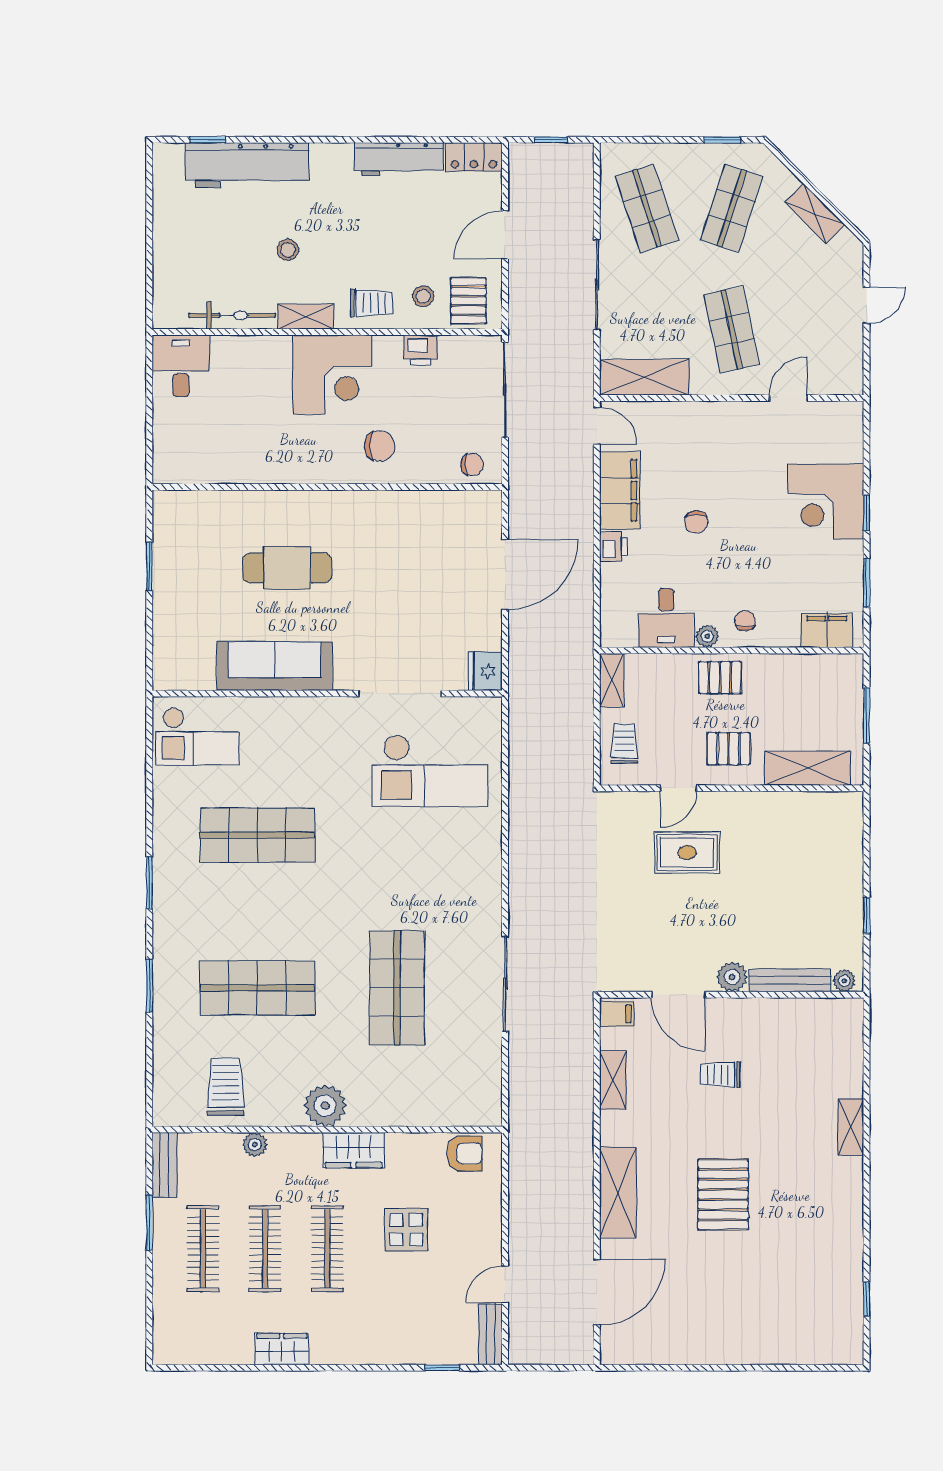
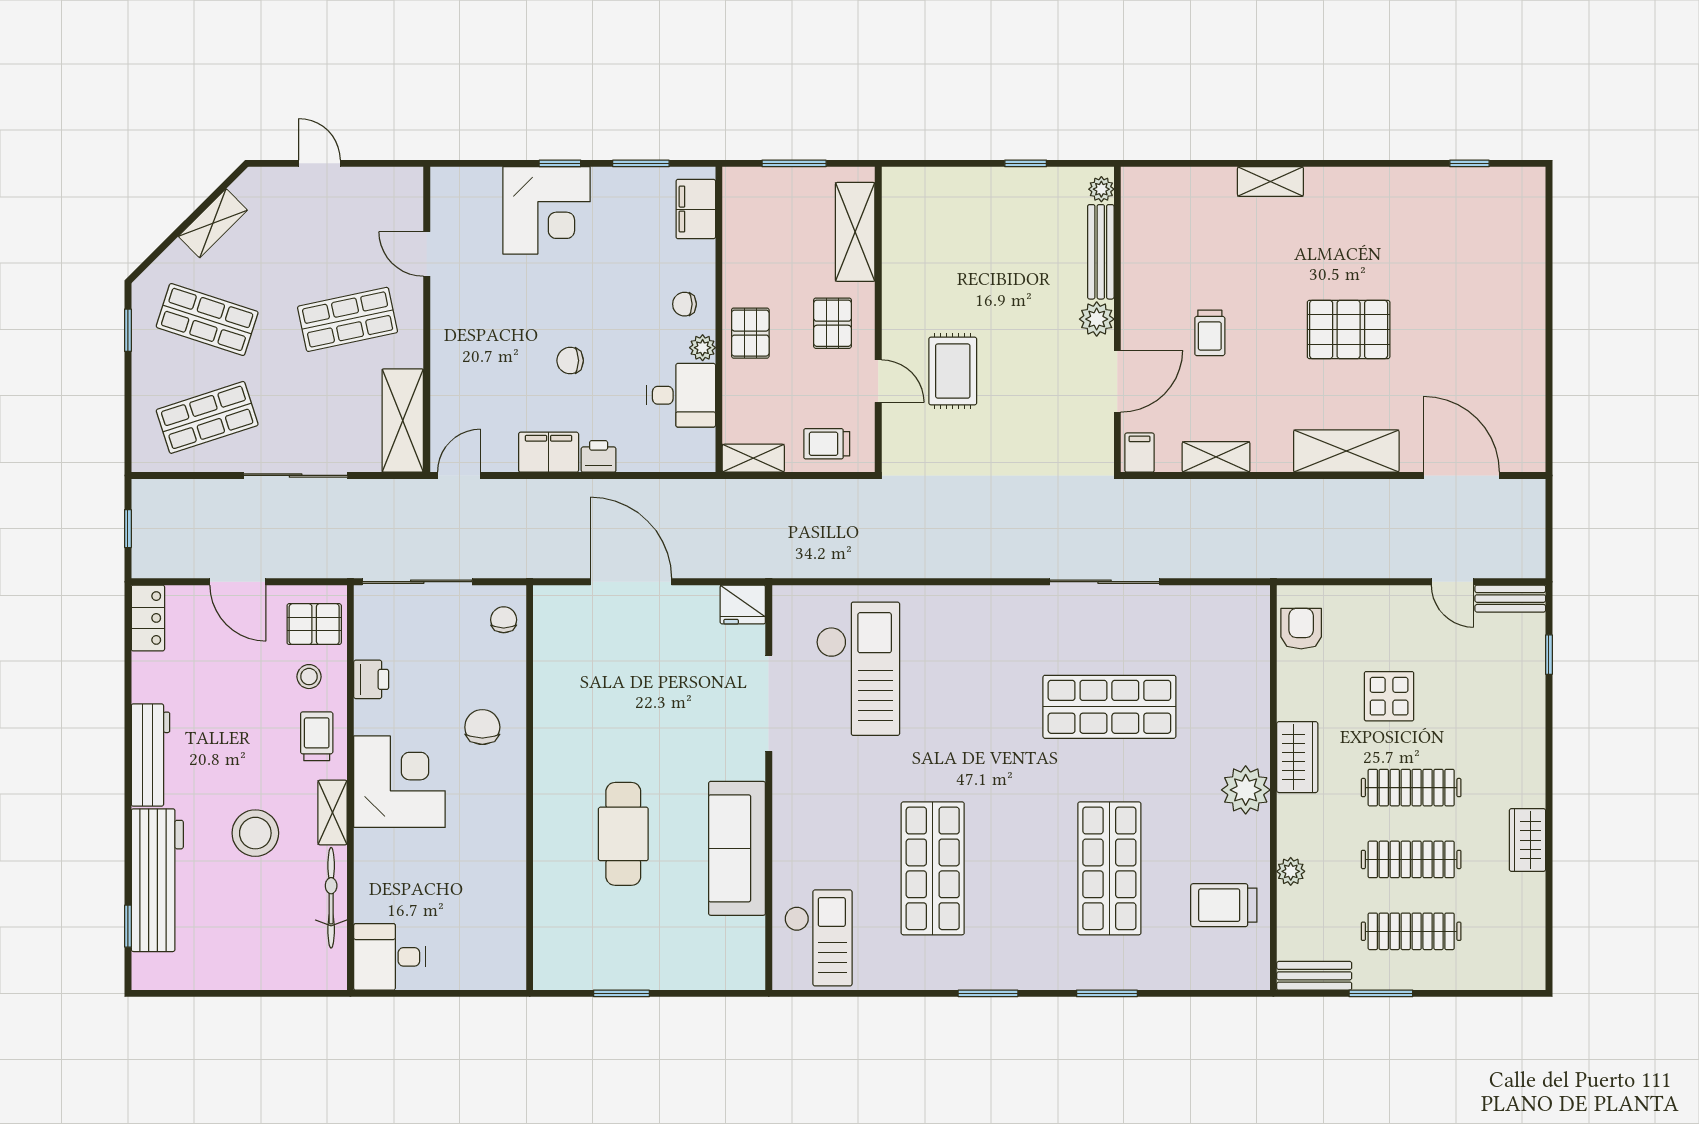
workbench: (399, 159) -> (150, 755), moved
stool: (288, 250) -> (255, 833), width x1.89, depth x1.89
filing cabinet: (620, 490) -> (549, 452), width x0.67, depth x0.86
chair: (696, 522) -> (570, 361), turned 180

